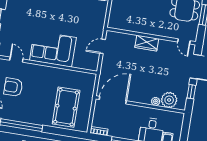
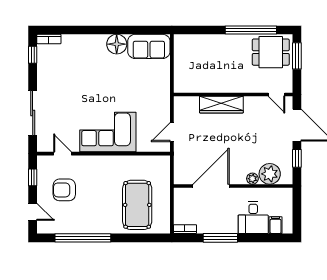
wardrobe: (147, 43) -> (221, 105), width x1.50
door: (103, 46) -> (172, 132), moved
door: (113, 100) -> (211, 186), moved

